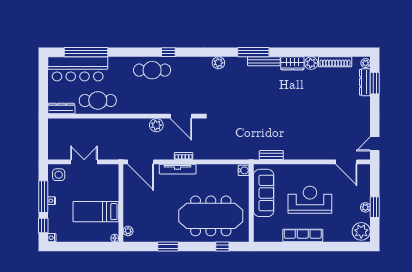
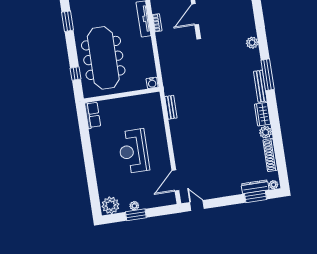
sofa: (264, 193) -> (133, 106), removed
reception desk: (310, 200) -> (134, 151), turned 180
row of seats: (303, 235) -> (93, 115), moved, width x0.68

